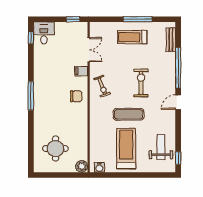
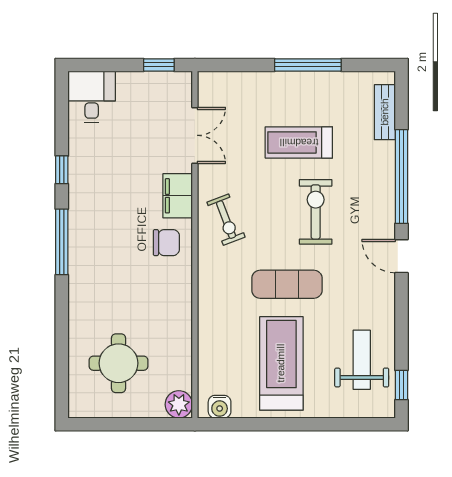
treadmill: (132, 37) -> (299, 142), moved
window: (31, 38) -> (62, 170), moved
filing cabinet: (81, 71) -> (178, 196), width x2.00
door: (178, 102) -> (401, 256), hinge flipped

